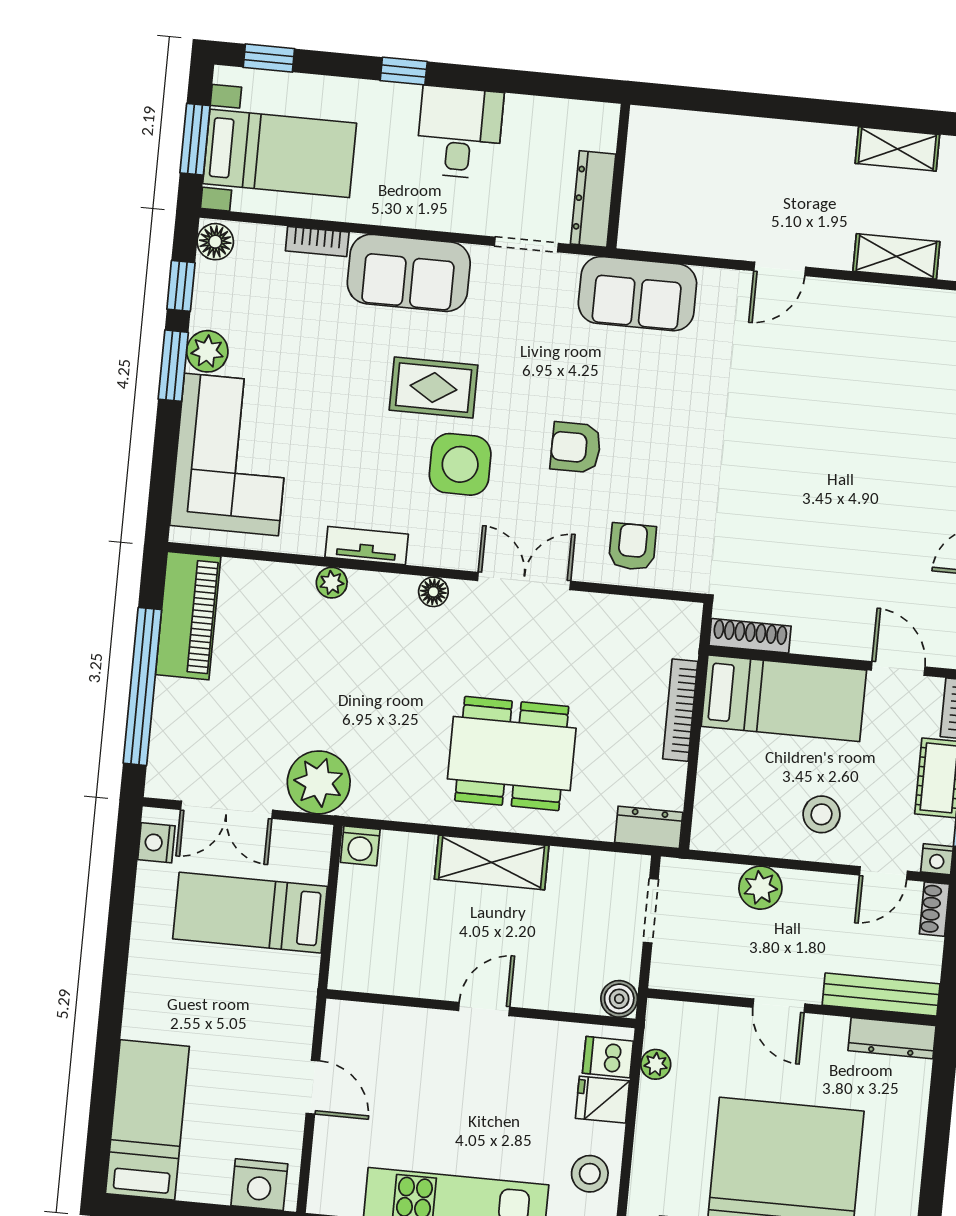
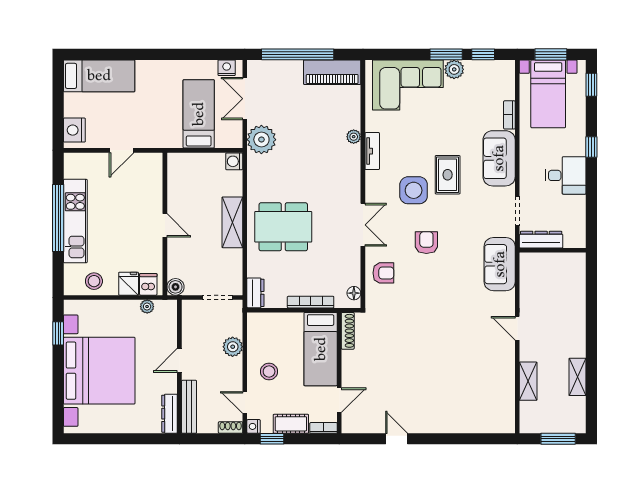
floor lamp: (215, 242) -> (505, 68), removed
floor lamp: (433, 592) -> (354, 293), moved
dining table: (512, 754) -> (283, 227), turned 90

